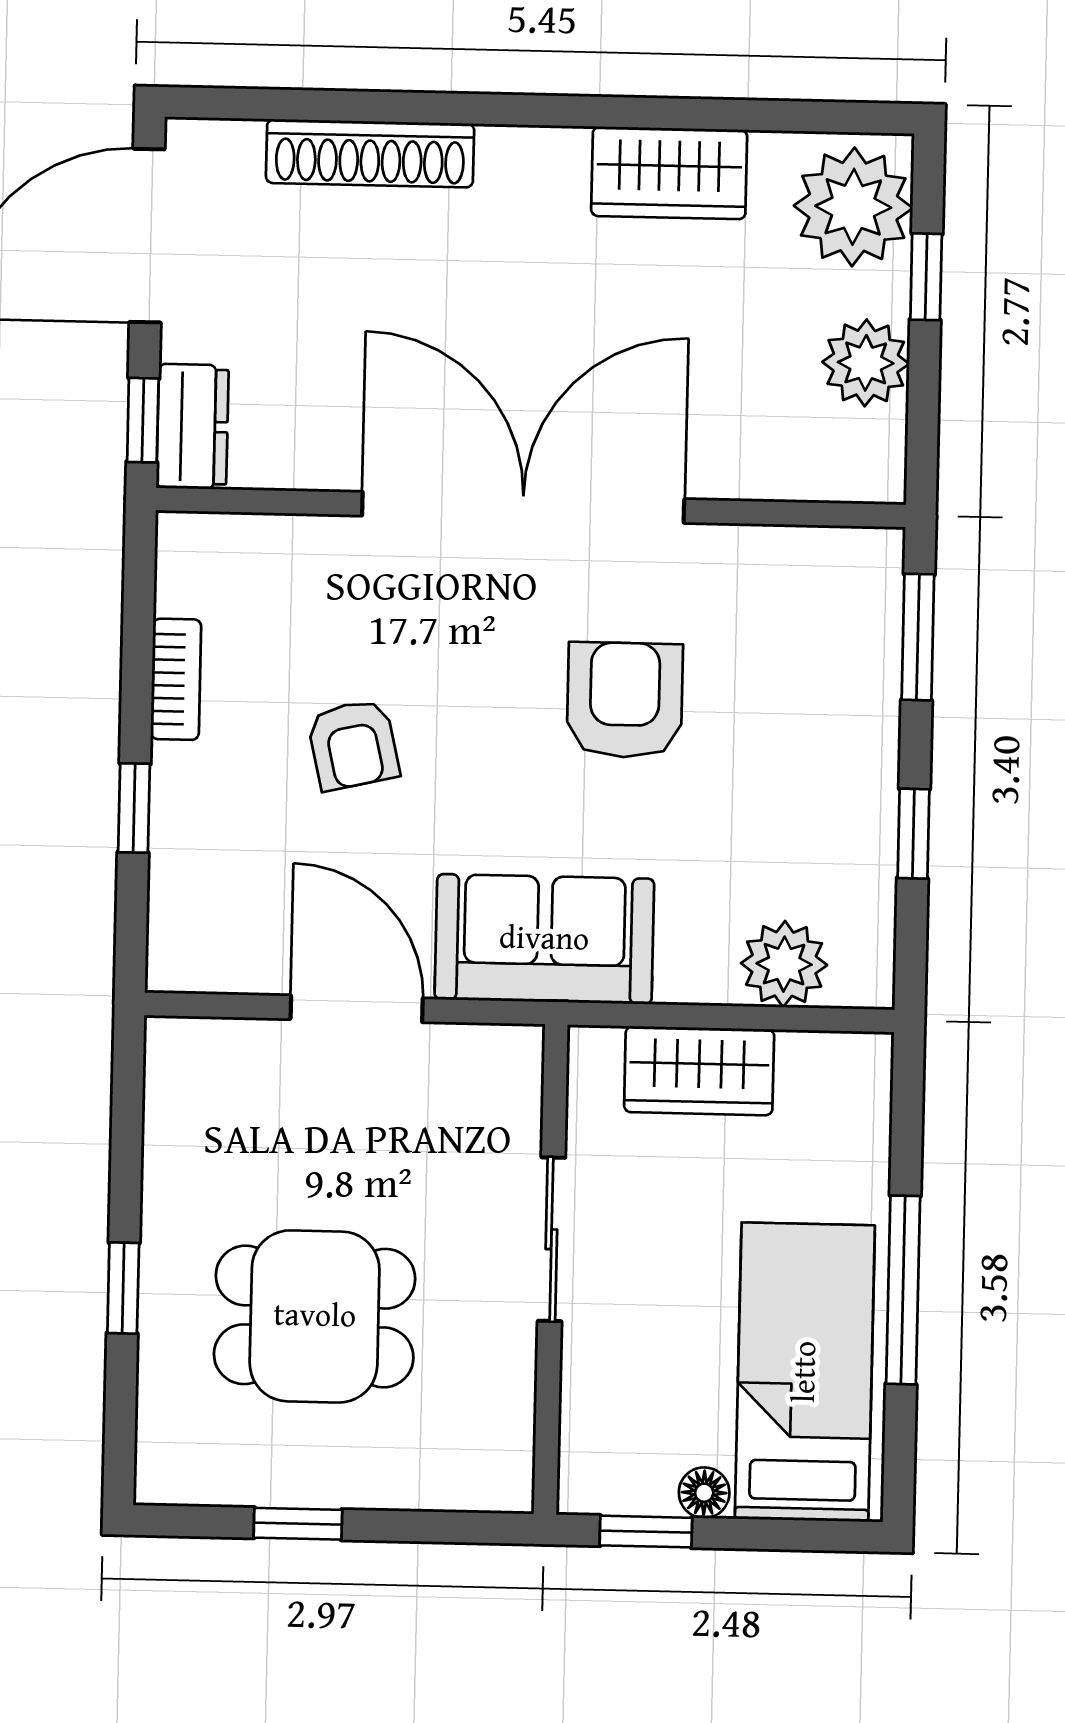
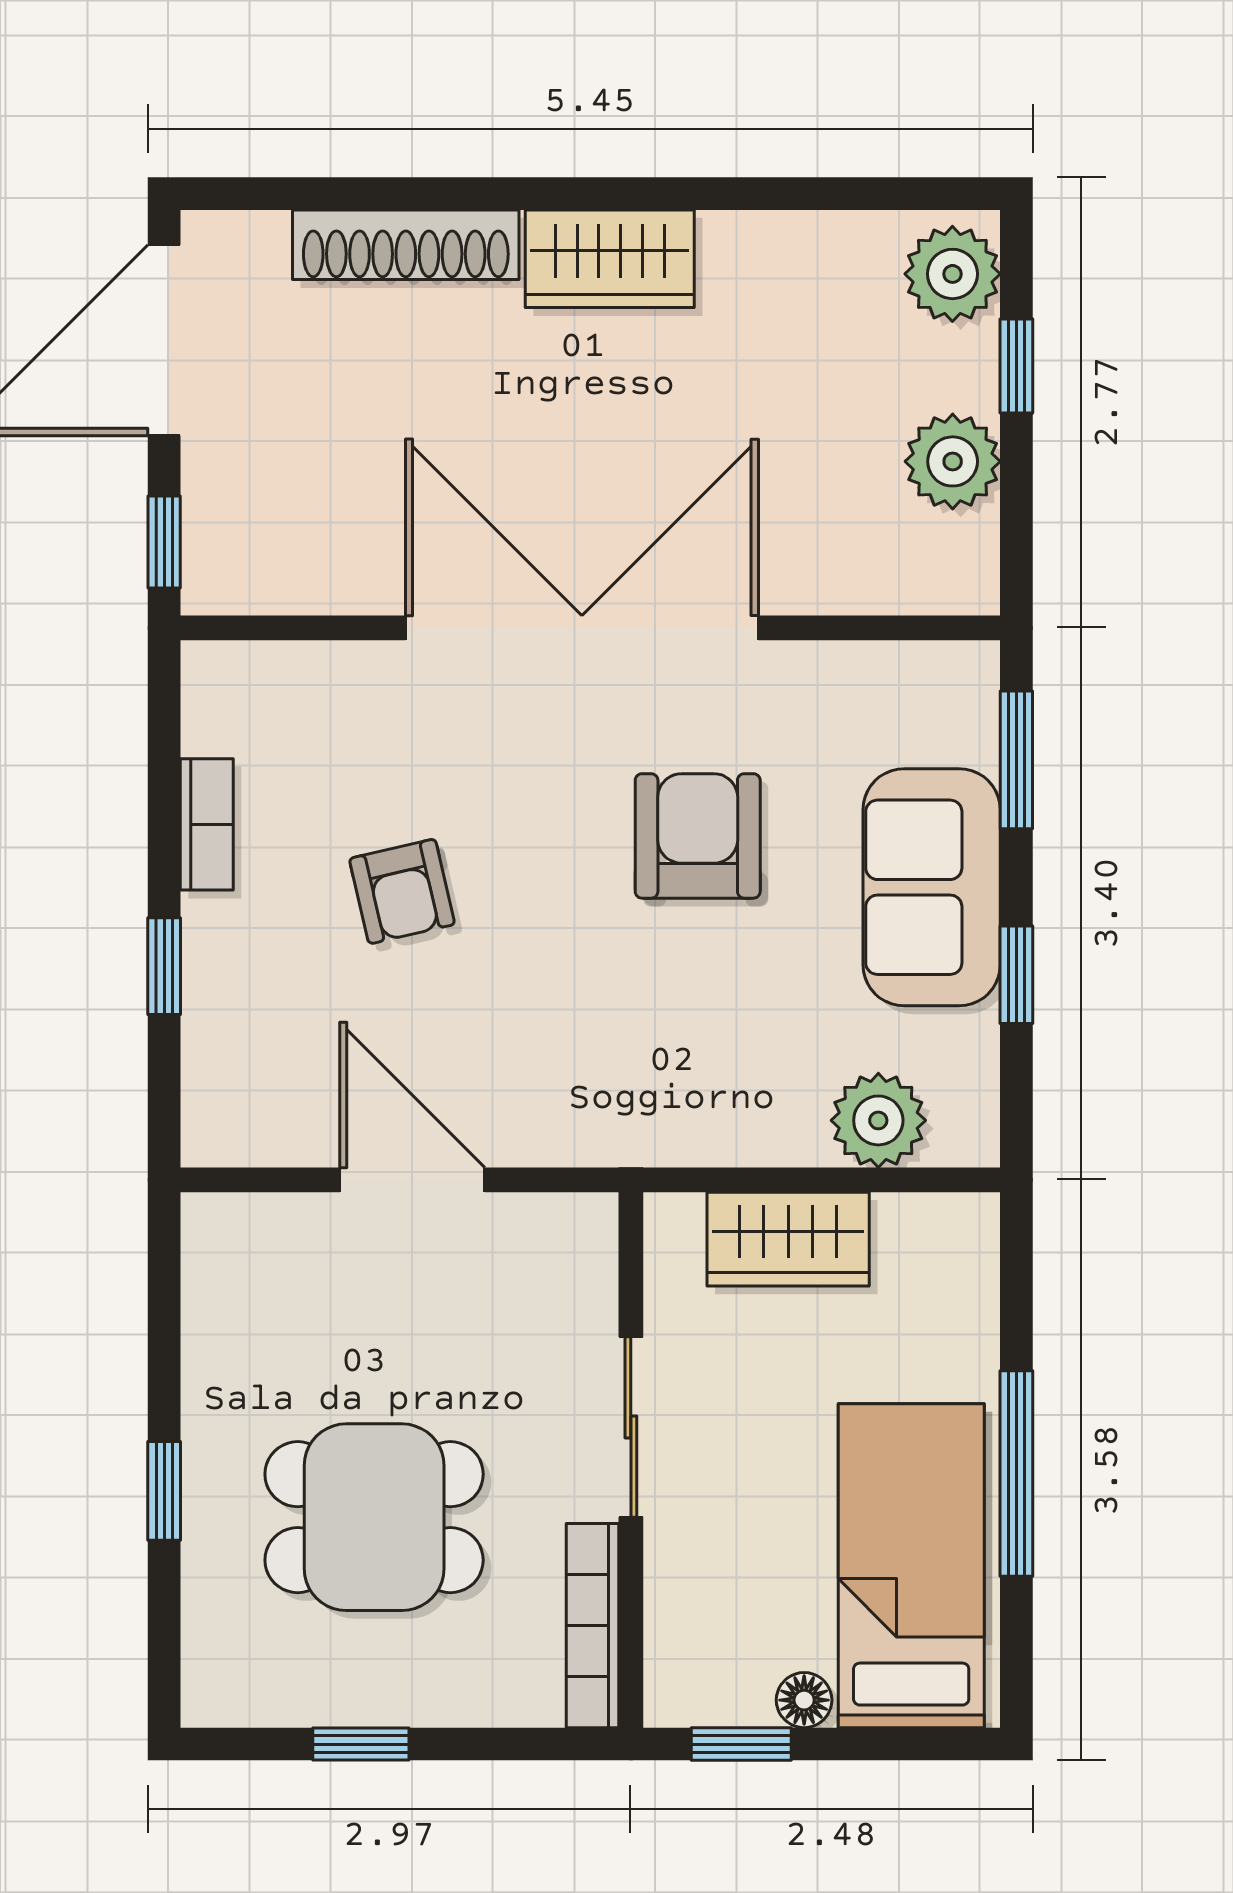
wardrobe: (669, 173) -> (610, 259), moved
plant: (853, 207) -> (952, 274), width x0.73, depth x0.73
dresser: (192, 427) -> (219, 548), removed
sofa: (544, 939) -> (932, 887), moved, turned -90
bookcase: (512, 1420) -> (593, 1626), added

